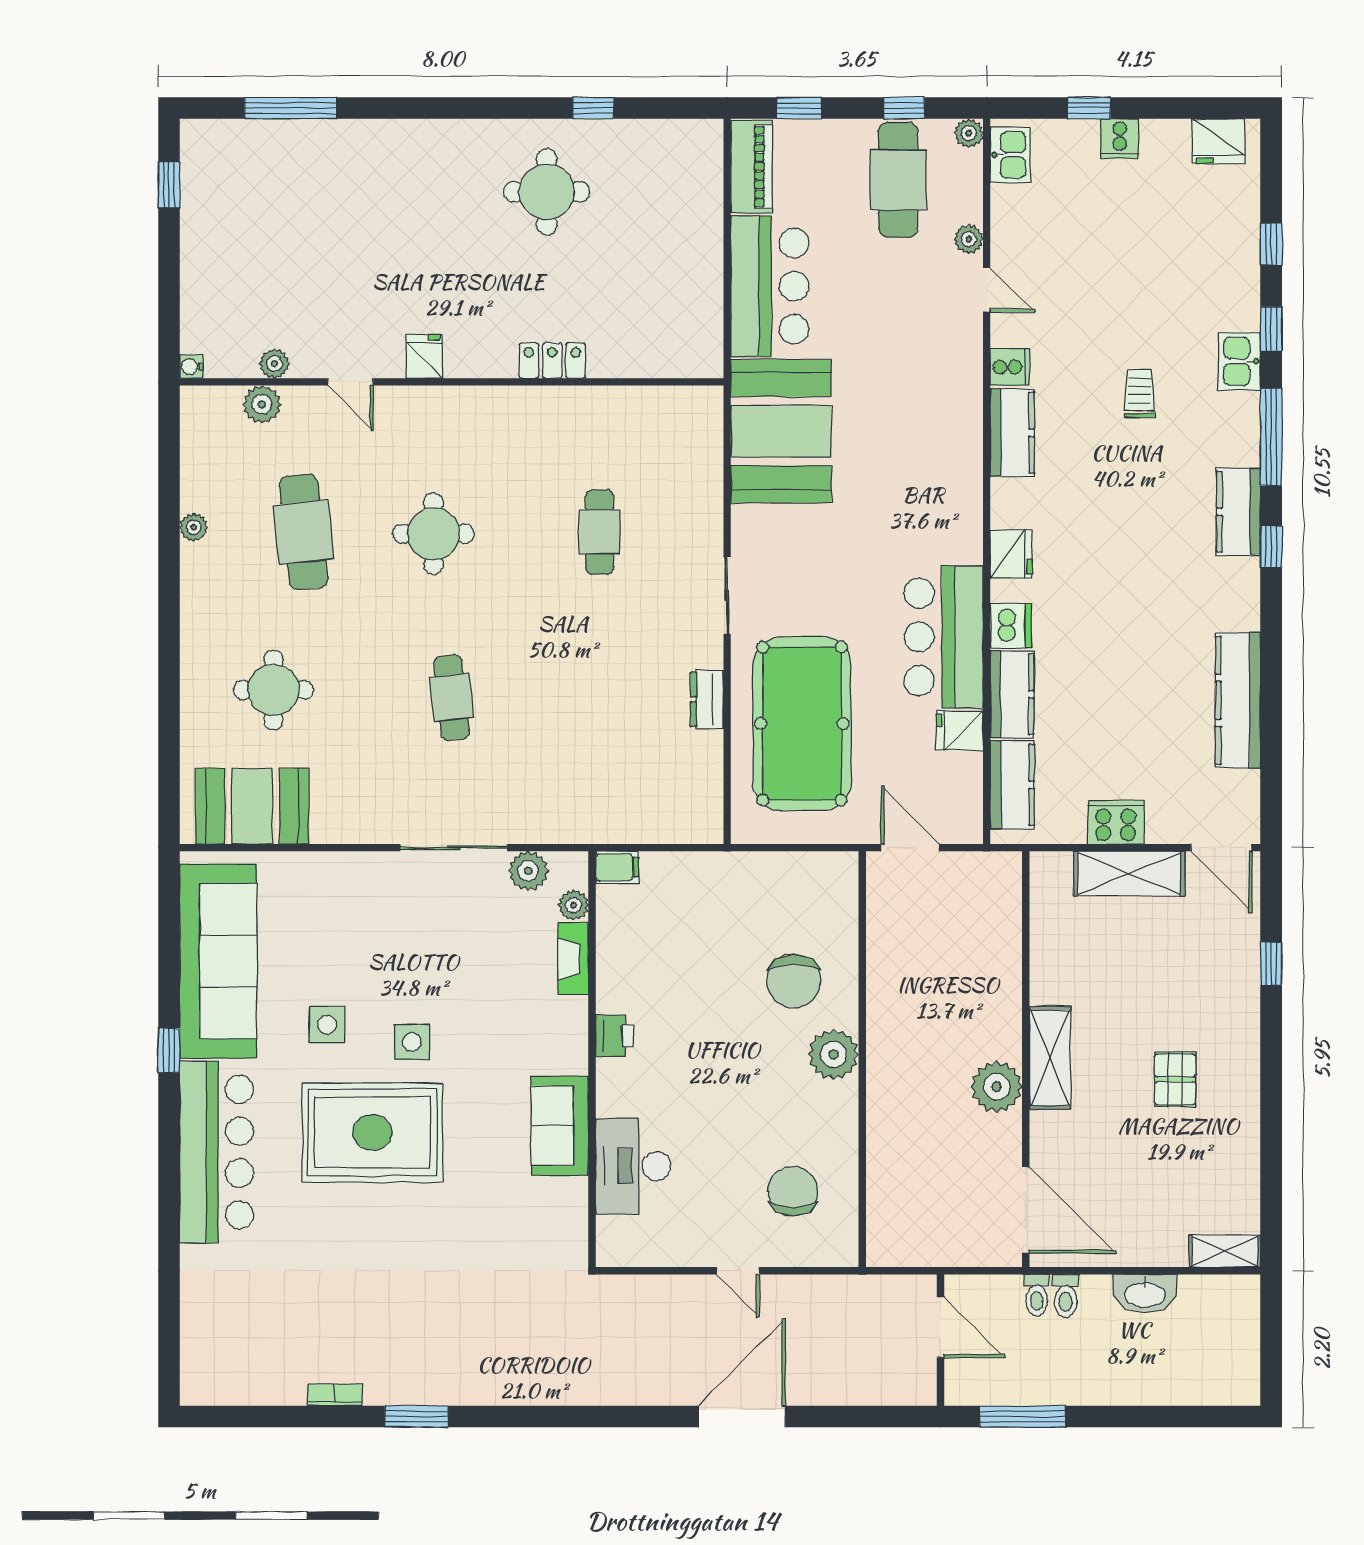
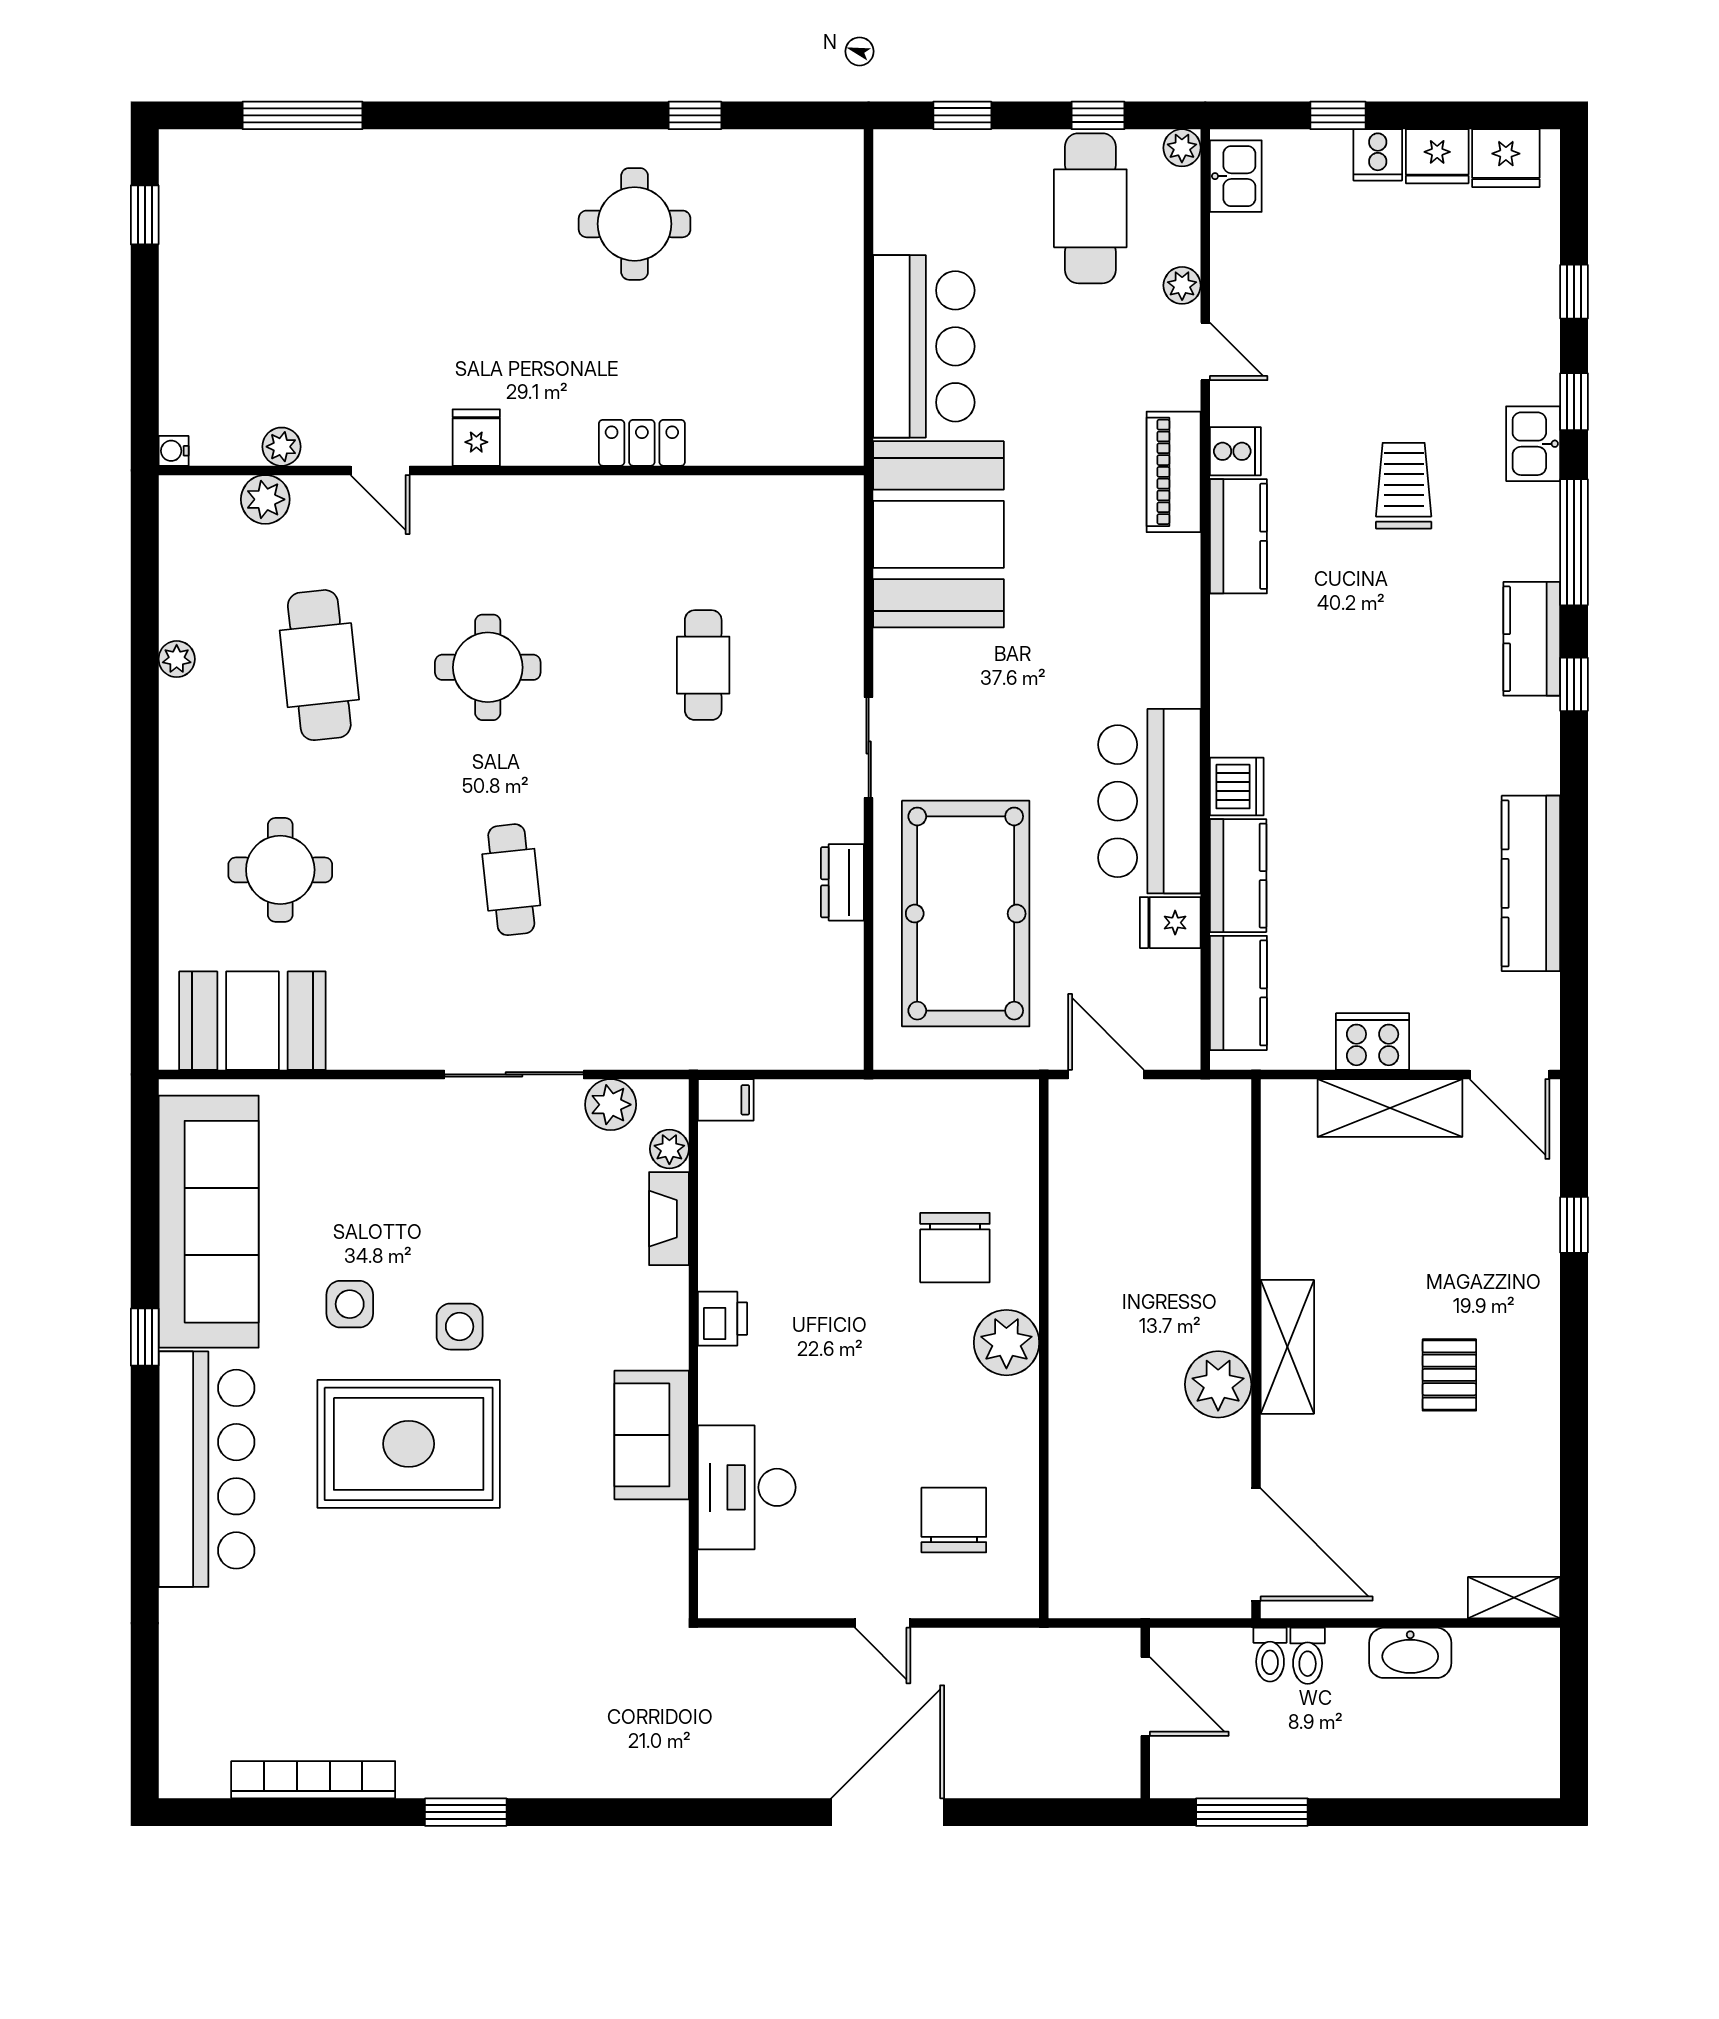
piano: (751, 166) -> (1174, 472), moved, turned 180
trolley: (1140, 394) -> (1404, 486), width x1.36, depth x1.39
fridge: (1011, 554) -> (1437, 156), moved, turned 90
bookcase: (335, 1395) -> (313, 1780), width x2.31, depth x1.31

